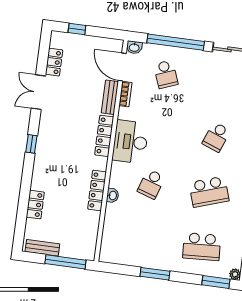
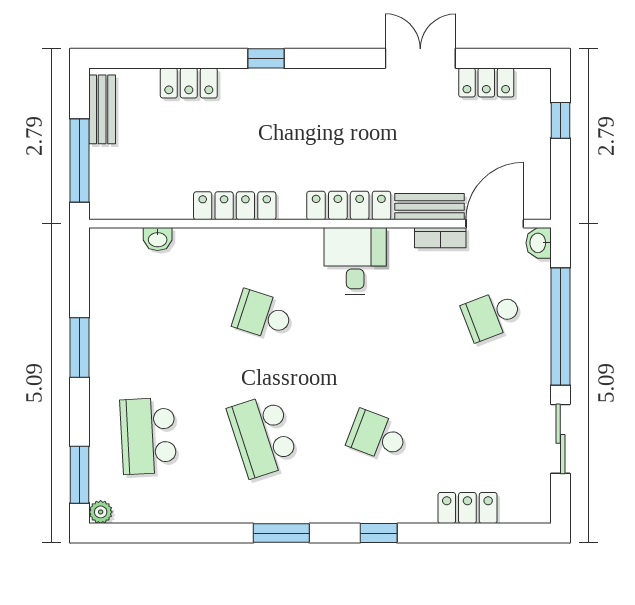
desk: (130, 142) -> (355, 261), width x0.73
window: (31, 144) -> (266, 58), moved
washbasin: (113, 195) -> (158, 239), moved

